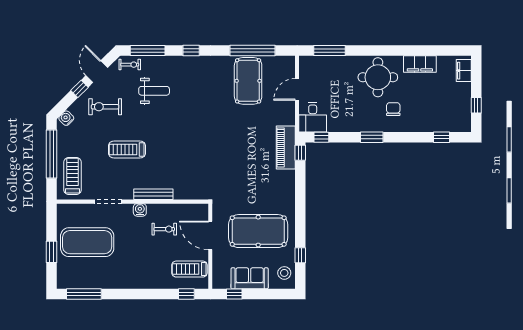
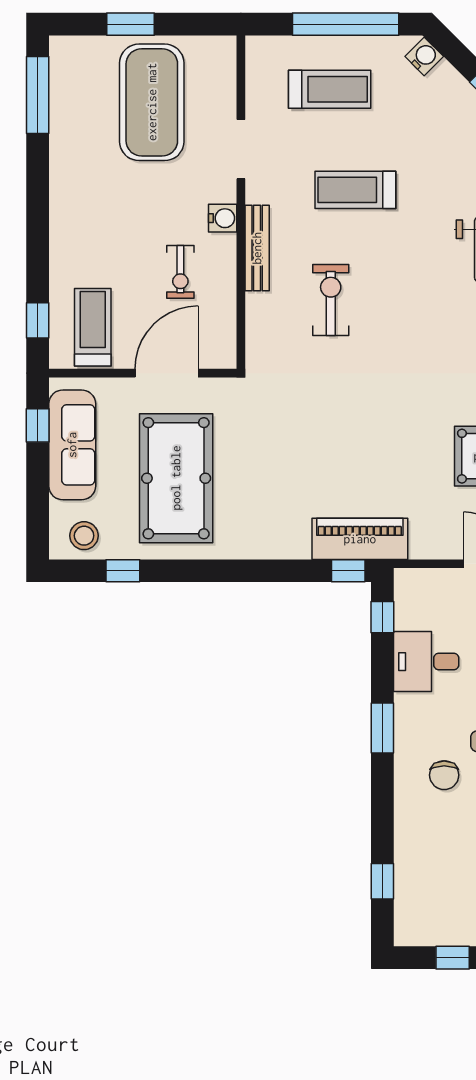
exercise bike: (105, 107) -> (331, 300), moved
chair: (393, 109) -> (444, 775), turned 90
desk: (313, 117) -> (426, 662), moved
treadmill: (127, 150) -> (355, 190), turned -90
treadmill: (73, 176) -> (330, 89), moved
sofa: (250, 278) -> (72, 445), width x1.36

